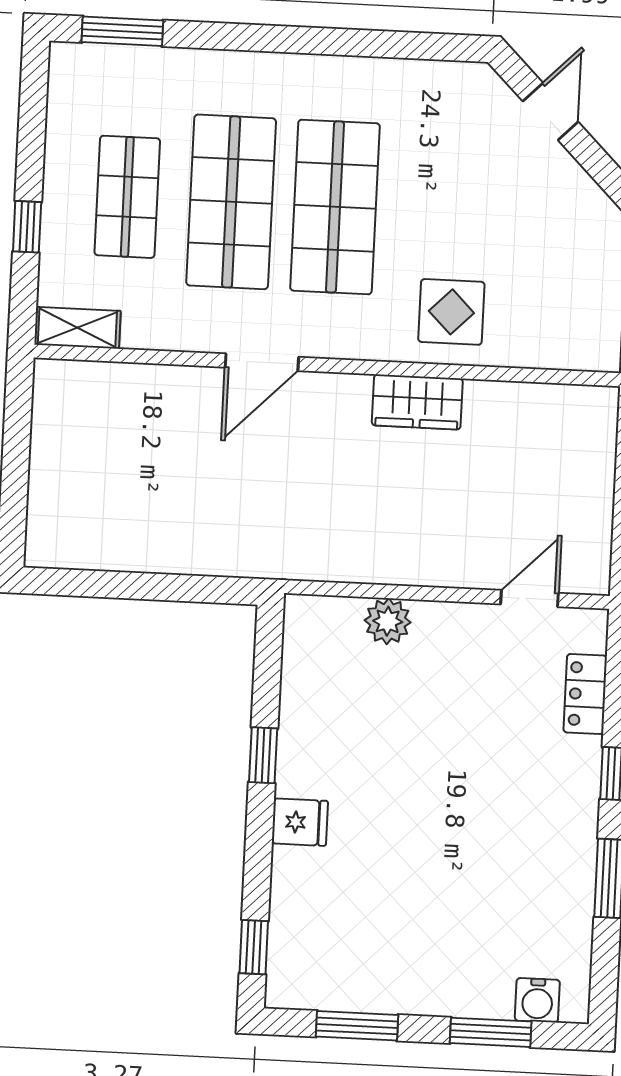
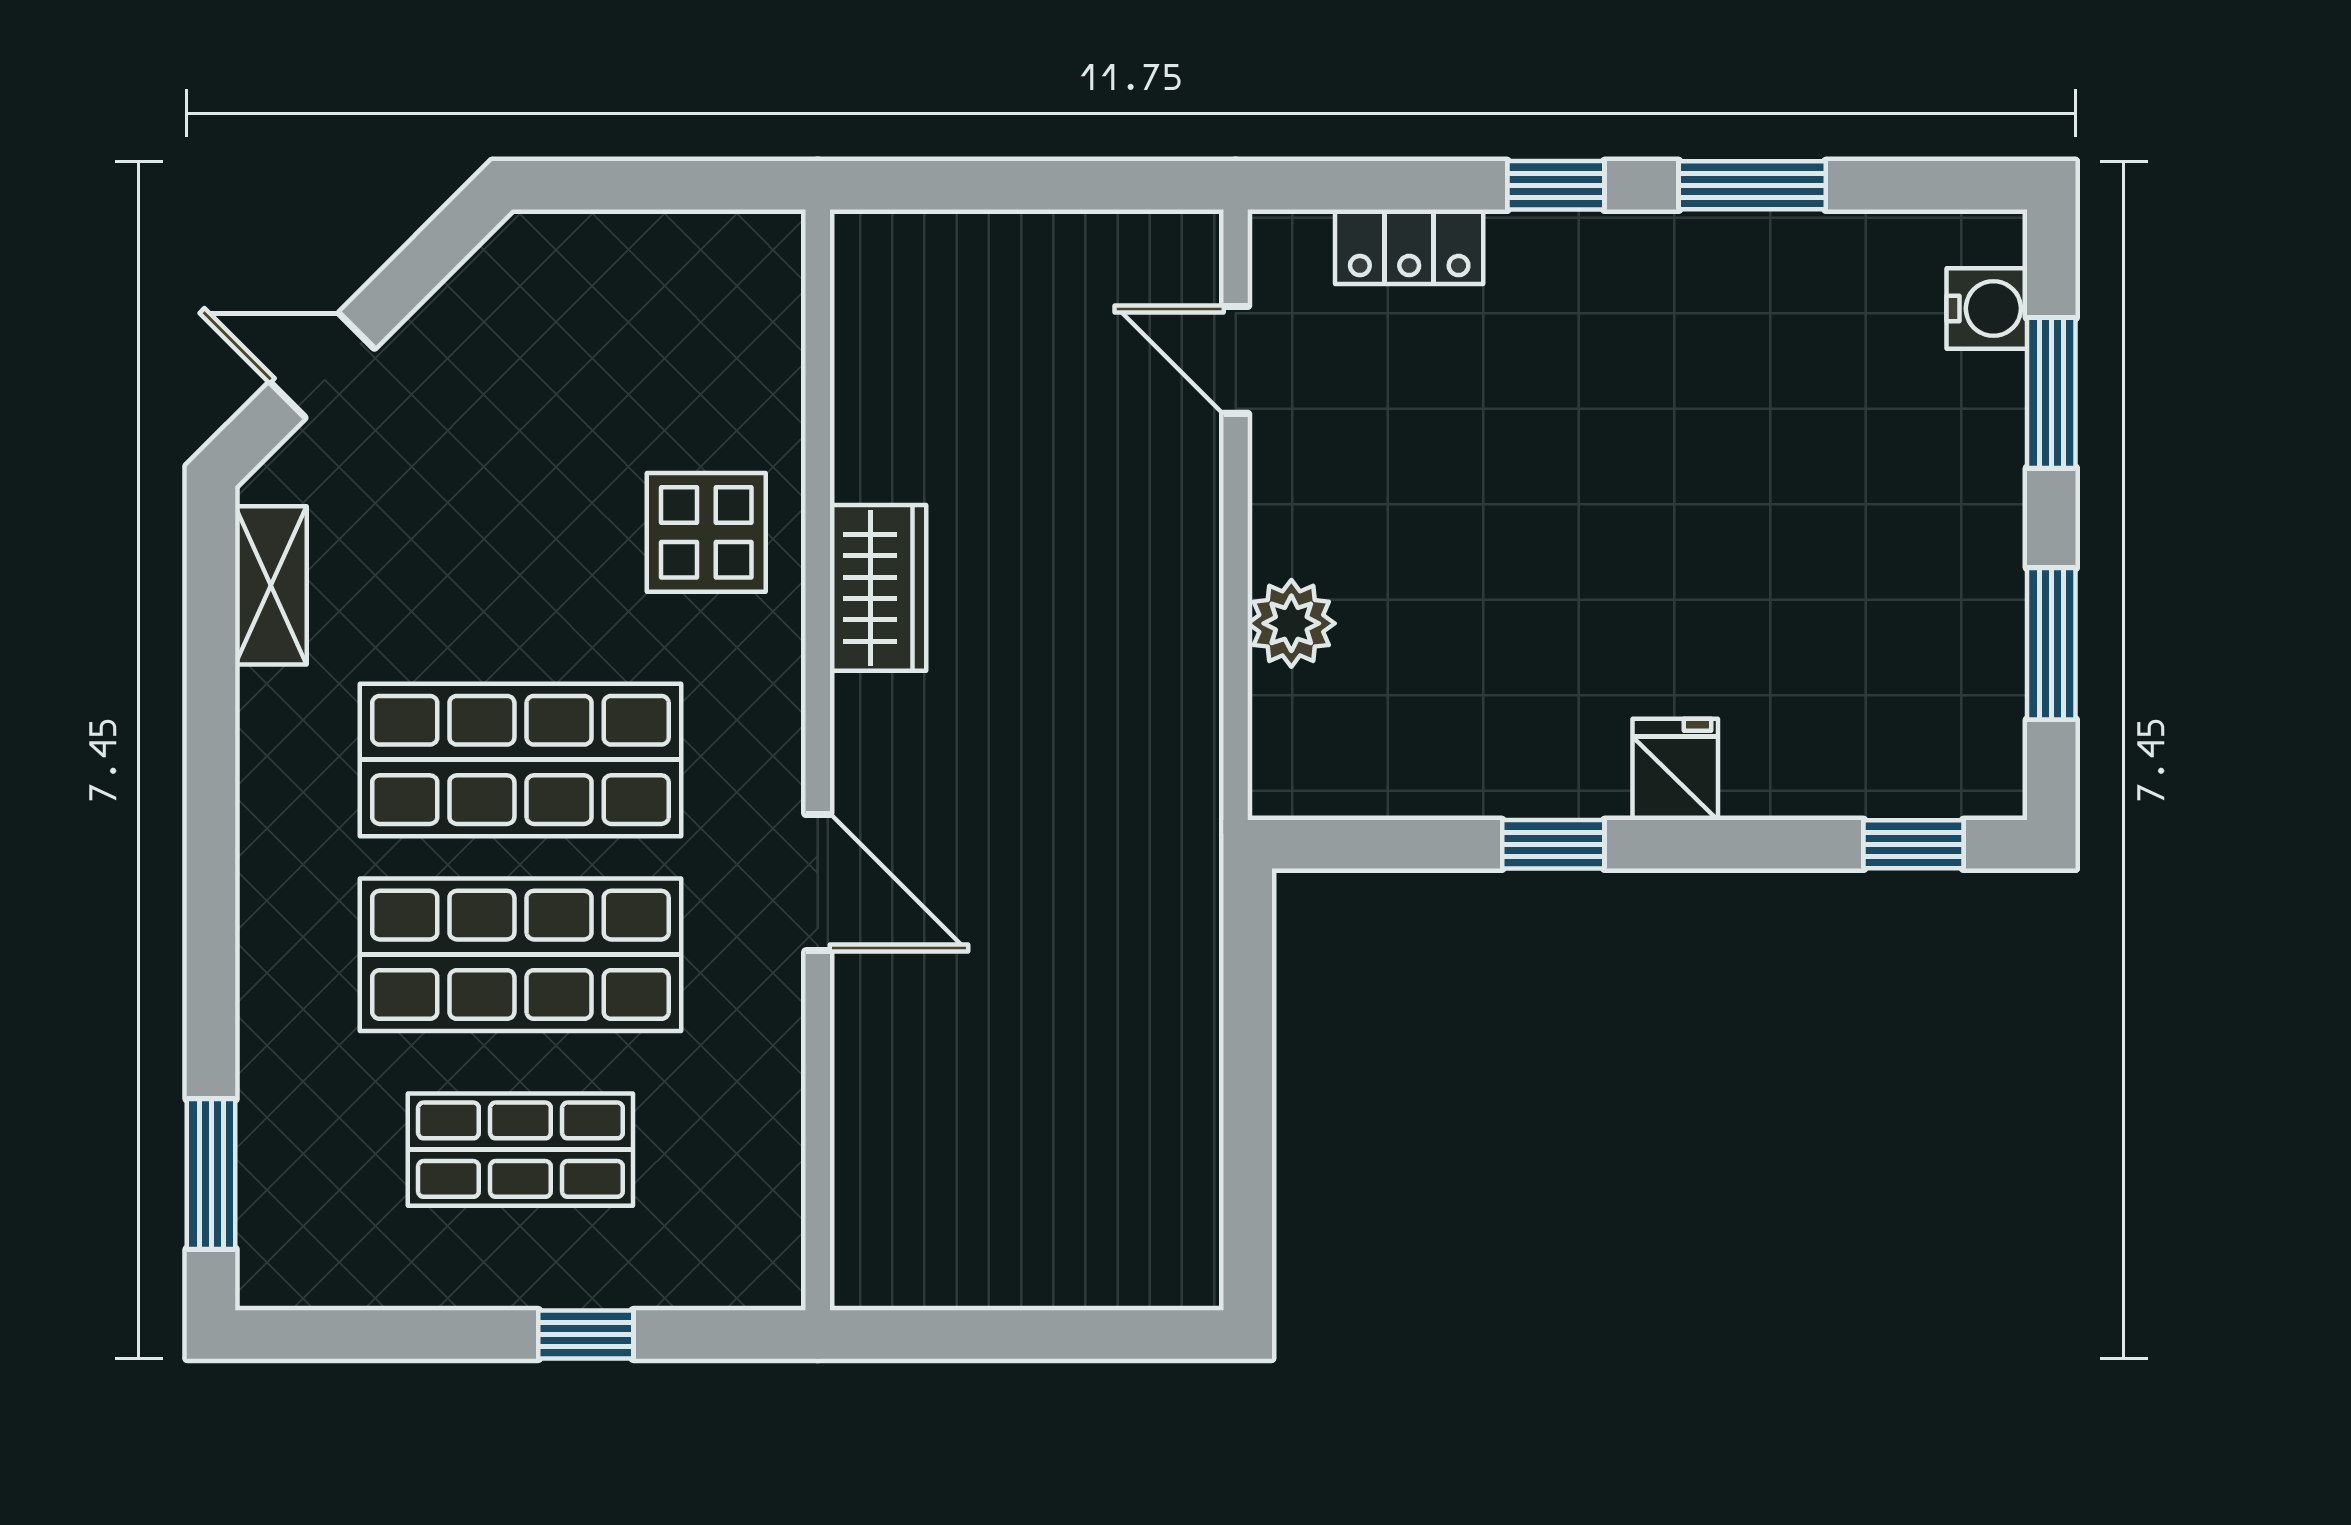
shelving: (77, 328) -> (271, 585), moved

